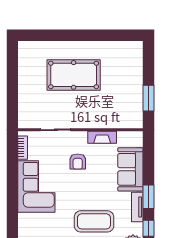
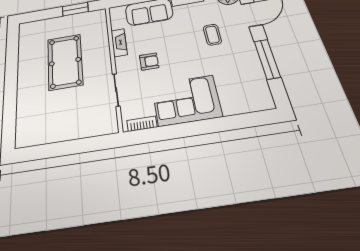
pool table: (74, 75) -> (65, 62), moved
coffee table: (94, 221) -> (212, 35), width x0.54, depth x0.58

